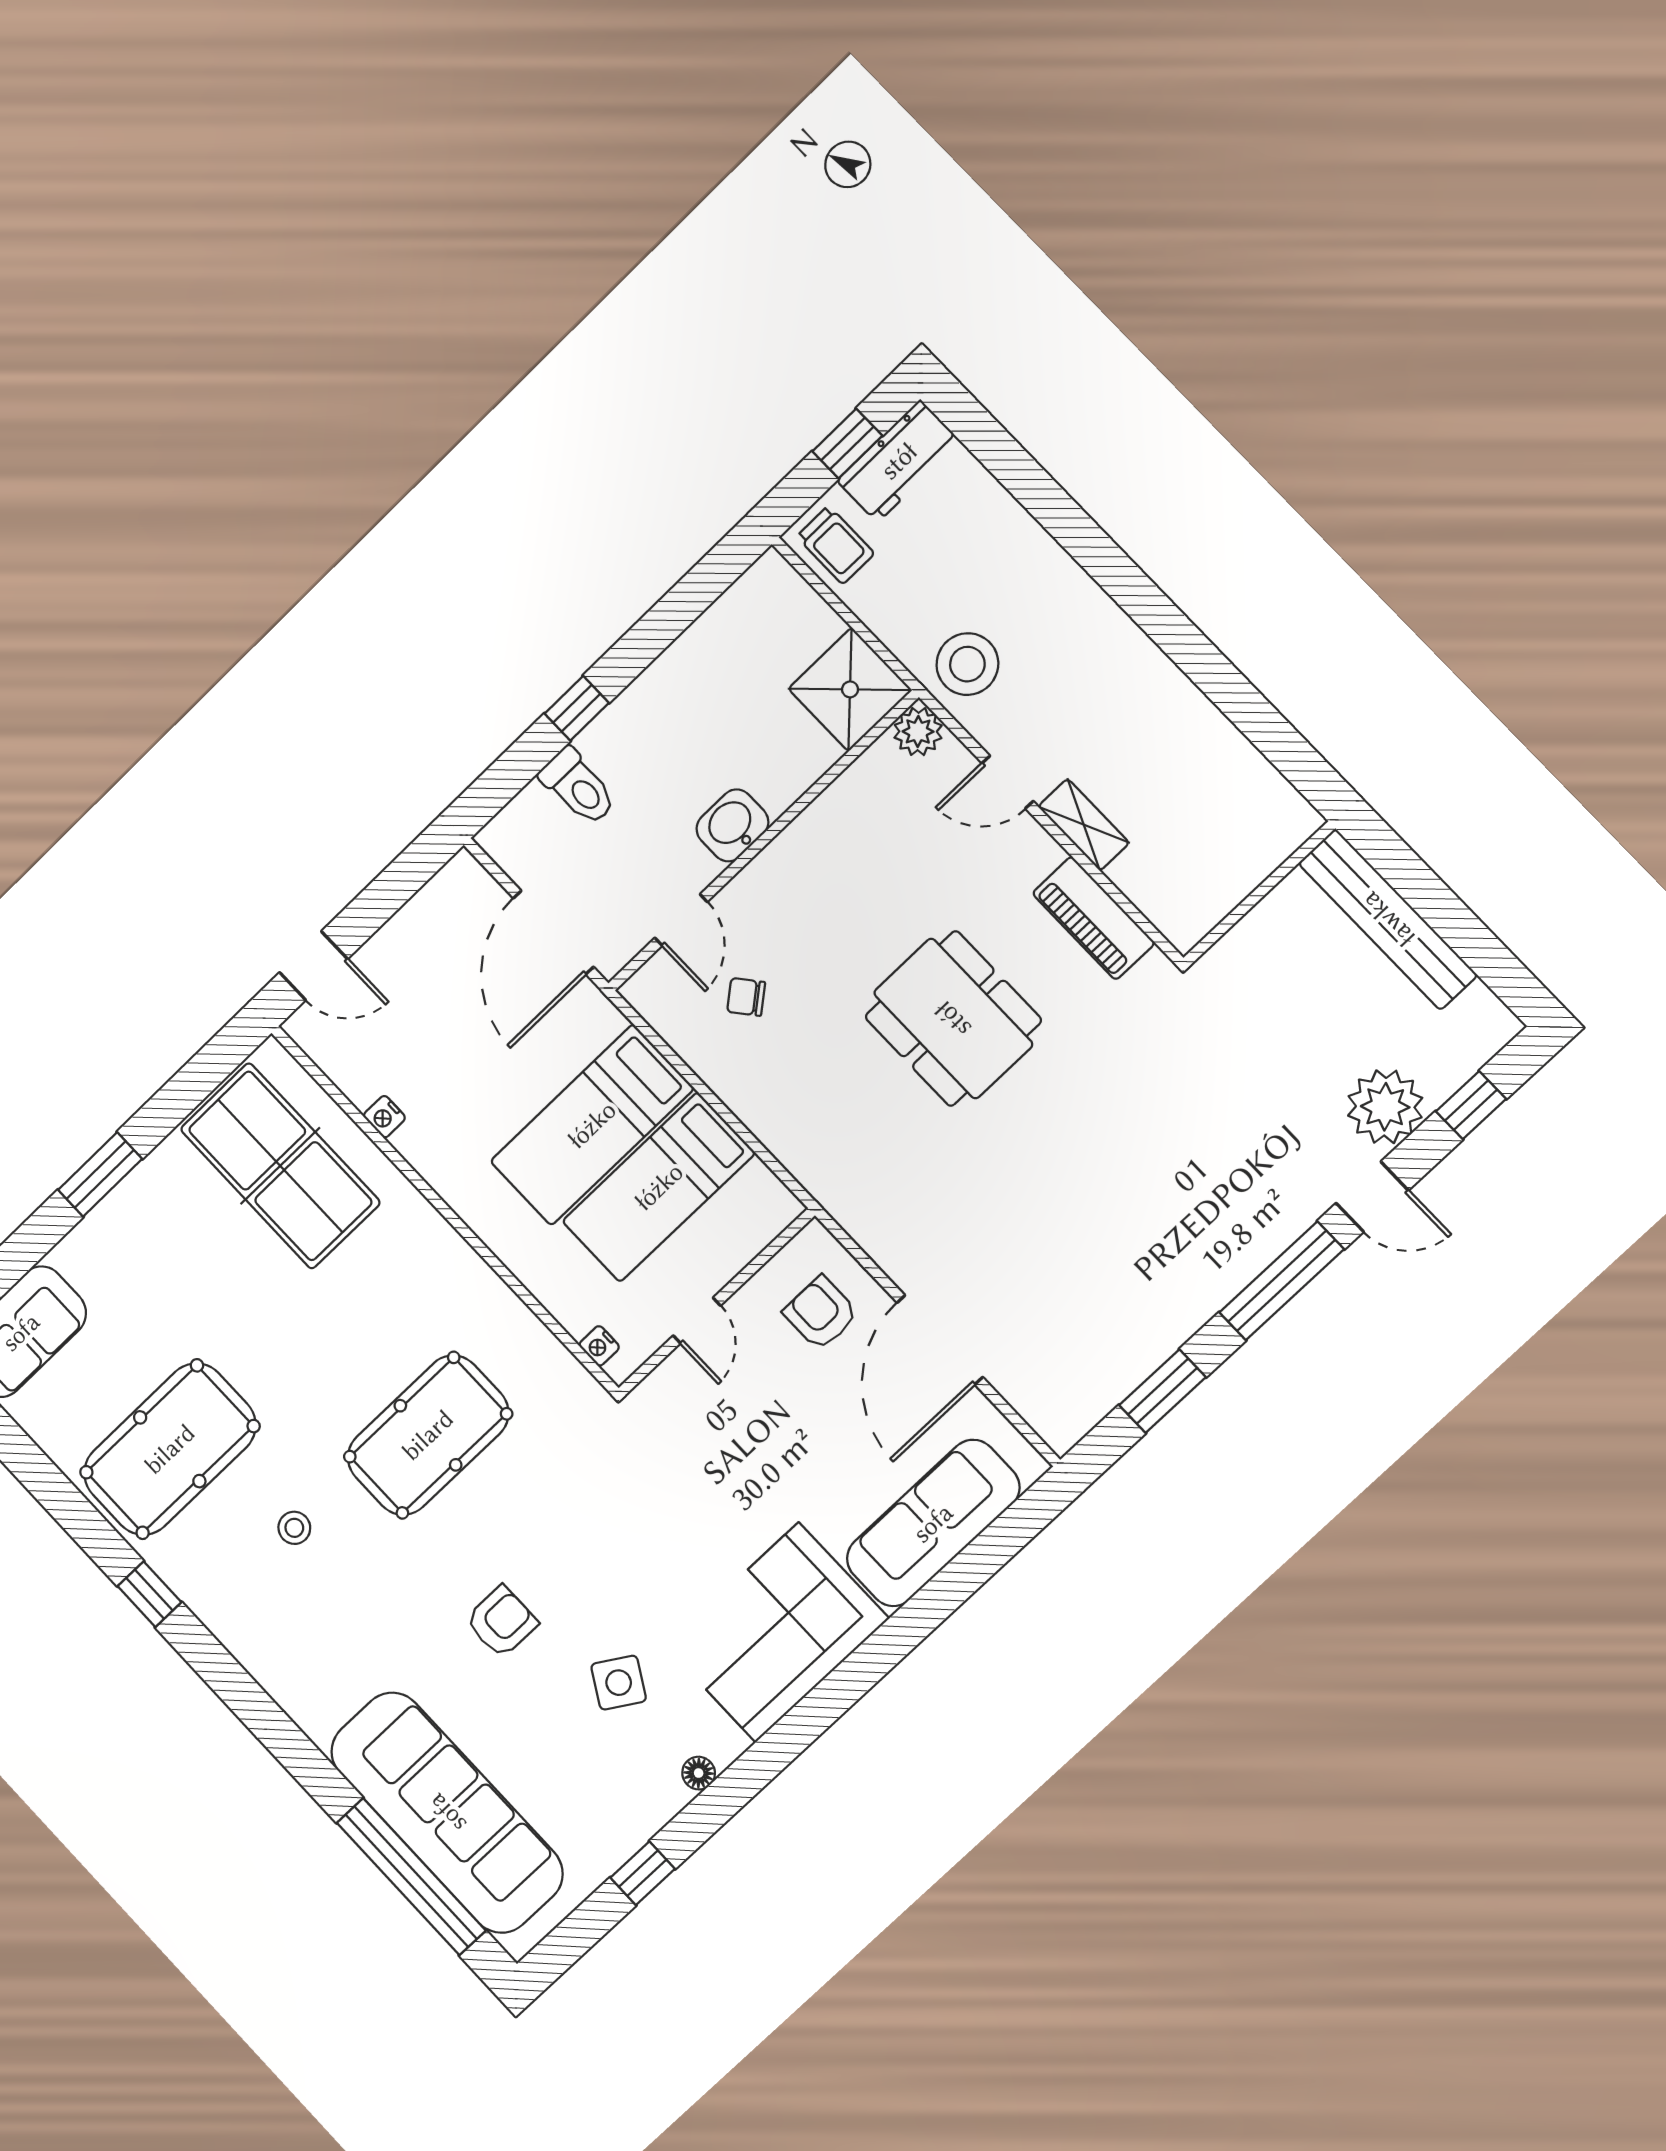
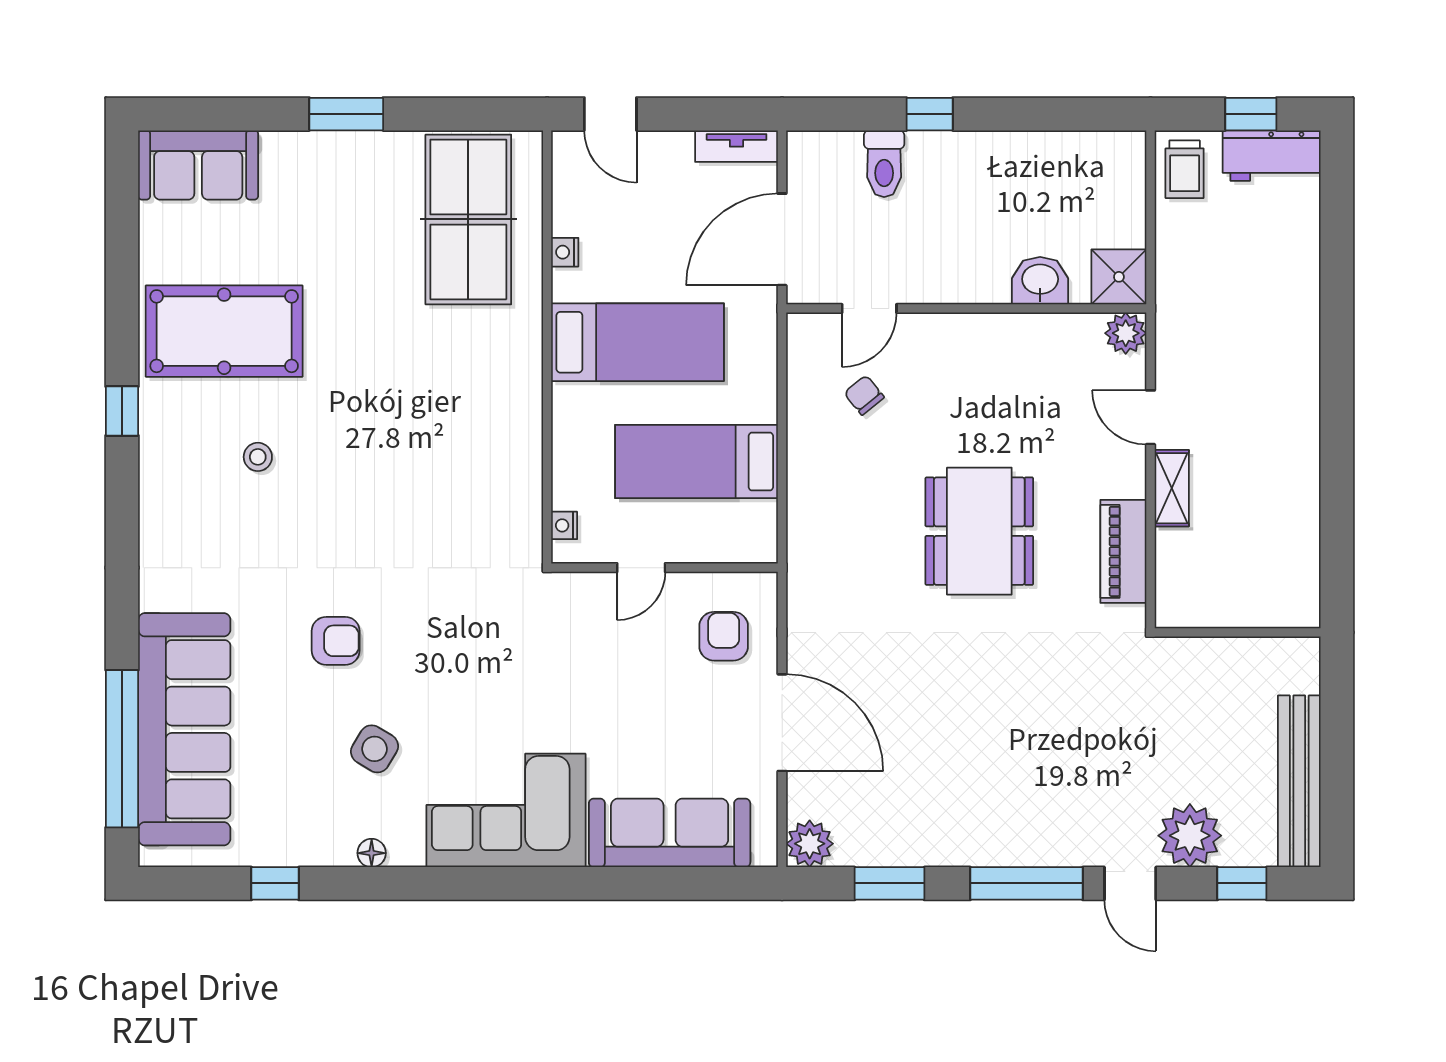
stool: (967, 664) -> (1195, 321), removed
shower: (850, 689) -> (1119, 277), width x0.73, depth x0.73
washbasin: (732, 825) -> (1040, 281), moved
tv unit: (442, 891) -> (737, 146), added
bench: (1388, 919) -> (1299, 781), moved
bed: (592, 1125) -> (638, 342), moved, turned 180
door: (940, 1340) -> (782, 723), swing flipped
plant: (1061, 1421) -> (810, 844), added
pool table: (428, 1435) -> (401, 479), removed

